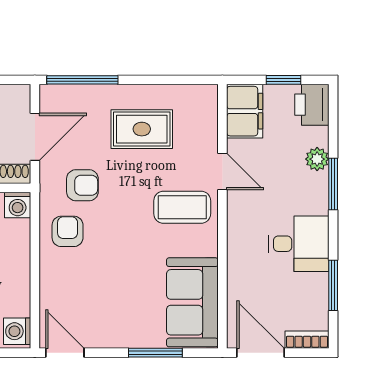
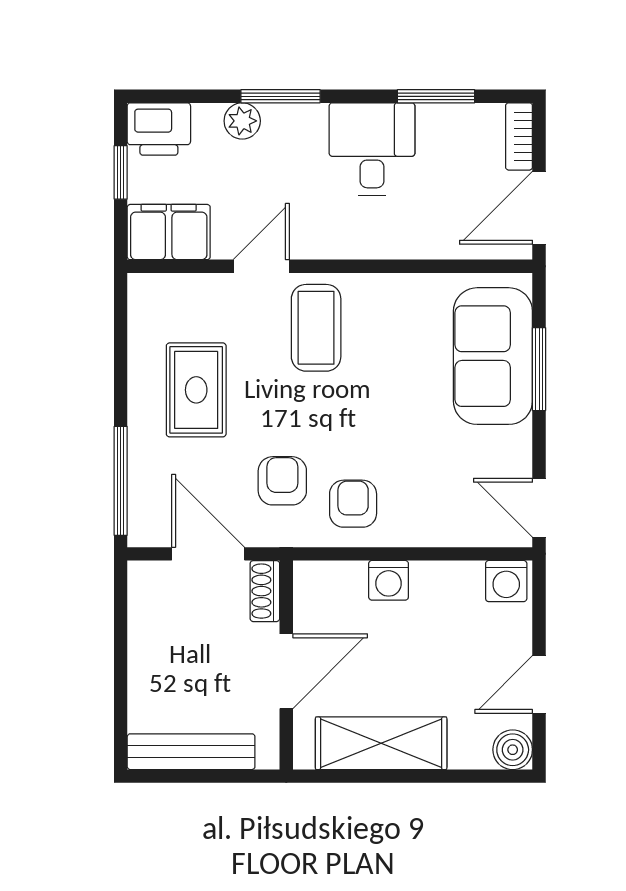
washing machine: (18, 205) -> (389, 580), moved, turned 90
armchair: (68, 231) -> (353, 504), turned 90
sofa: (192, 302) -> (493, 356), moved, turned 90
door: (65, 353) -> (539, 508), hinge flipped

